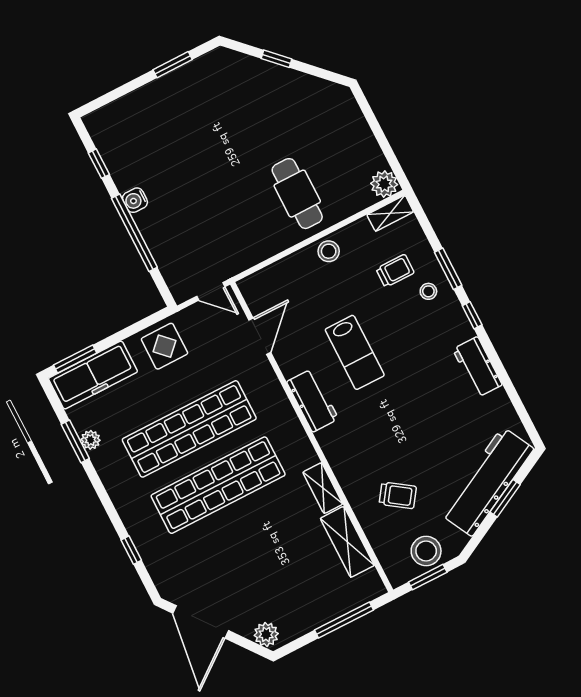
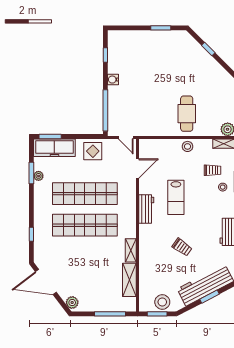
window: (134, 233) -> (105, 110), moved
trolley: (398, 495) -> (182, 247), moved
door: (201, 622) -> (46, 282), hinge flipped

